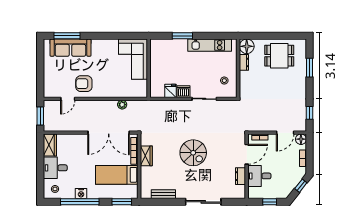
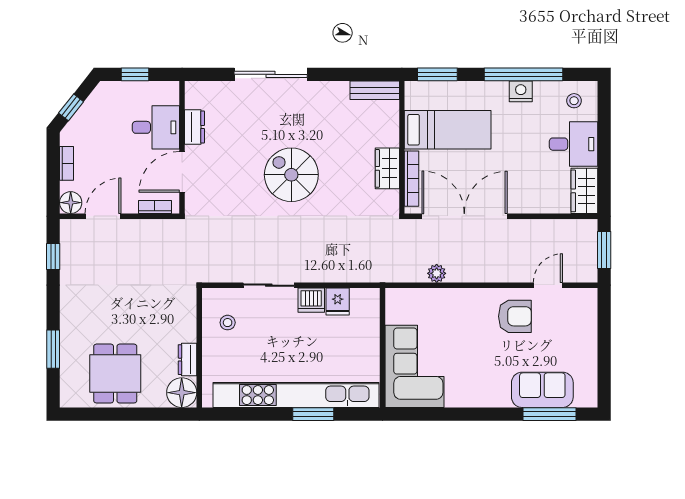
kitchen unit: (210, 45) -> (296, 395), width x1.86
sofa: (70, 48) -> (542, 390), width x0.73
dining table: (279, 56) -> (115, 374), turned 90
bench: (163, 194) -> (375, 90), moved

